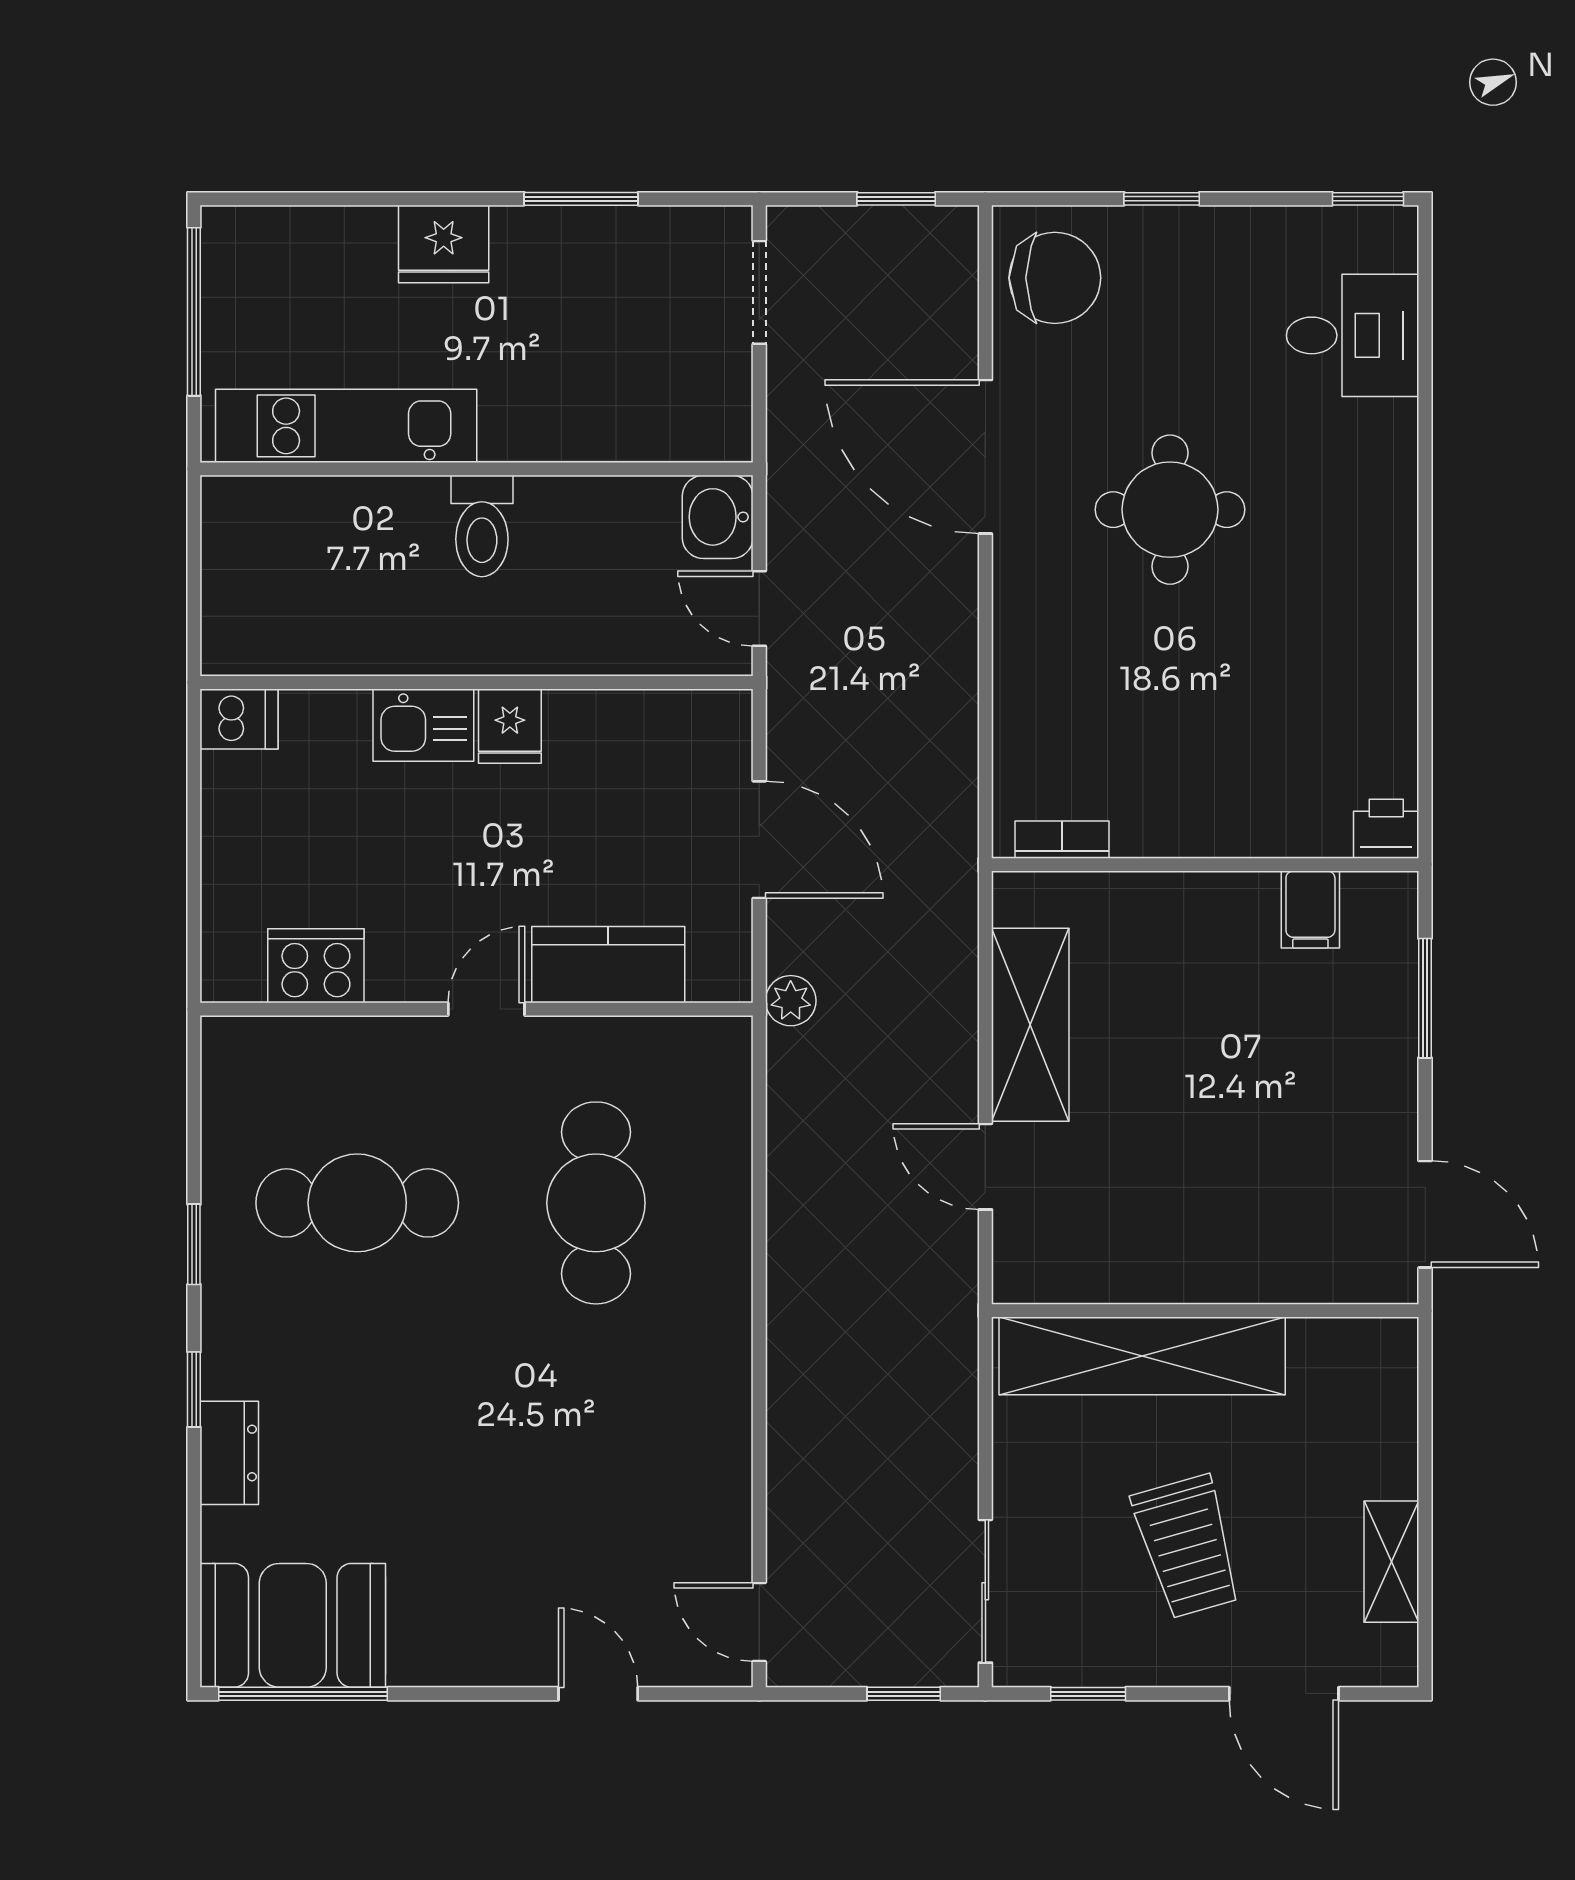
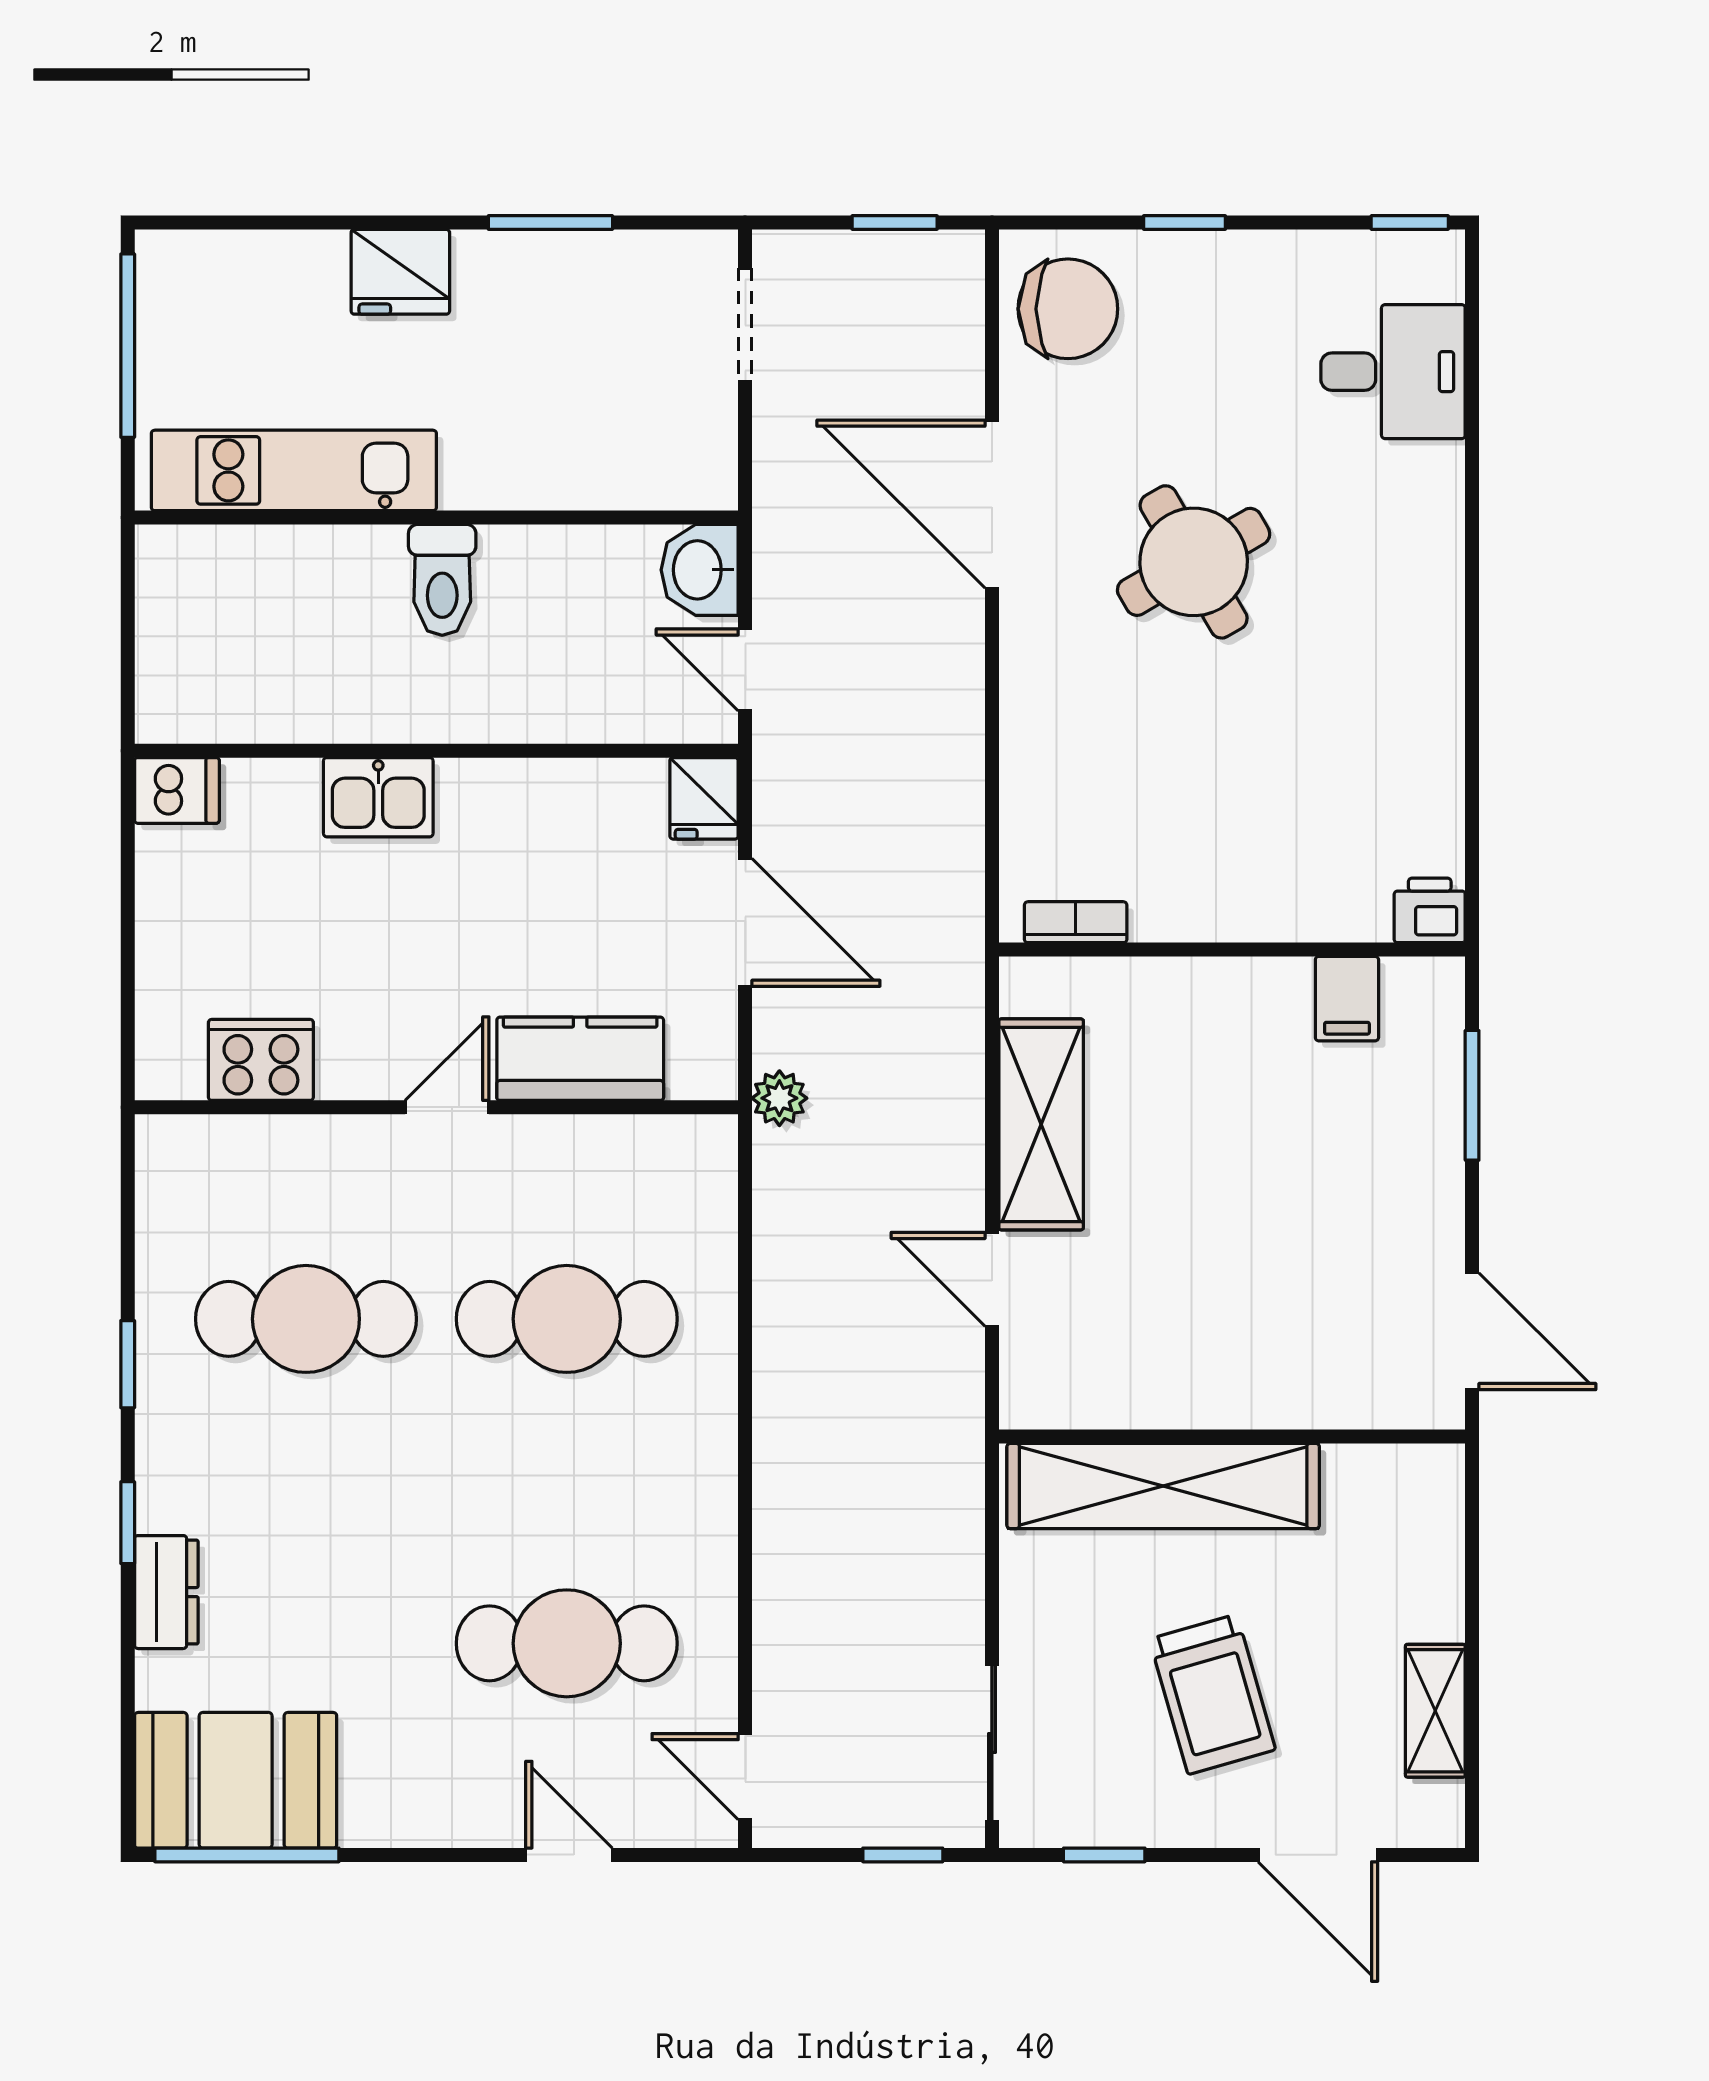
round table: (1170, 510) -> (1194, 562), turned -30
fridge: (510, 726) -> (704, 798), moved
cafe table: (596, 1203) -> (567, 1319), turned 90
cafe table: (596, 1500) -> (567, 1643), added

